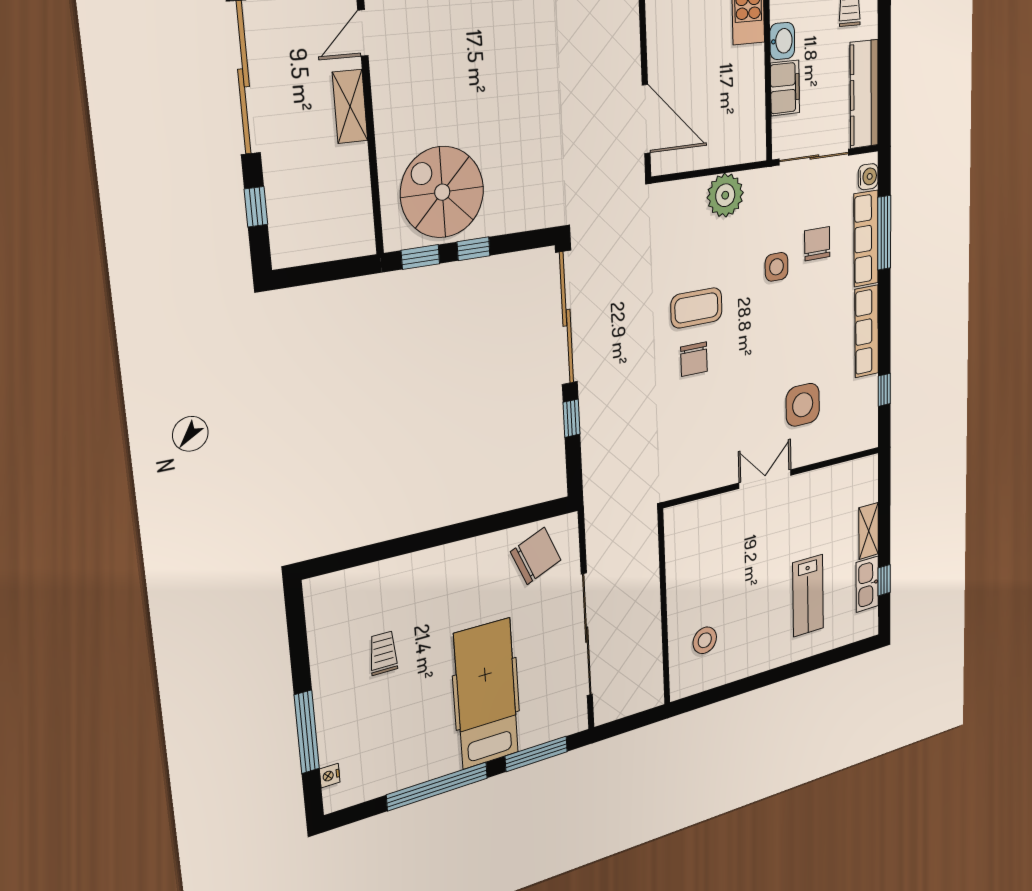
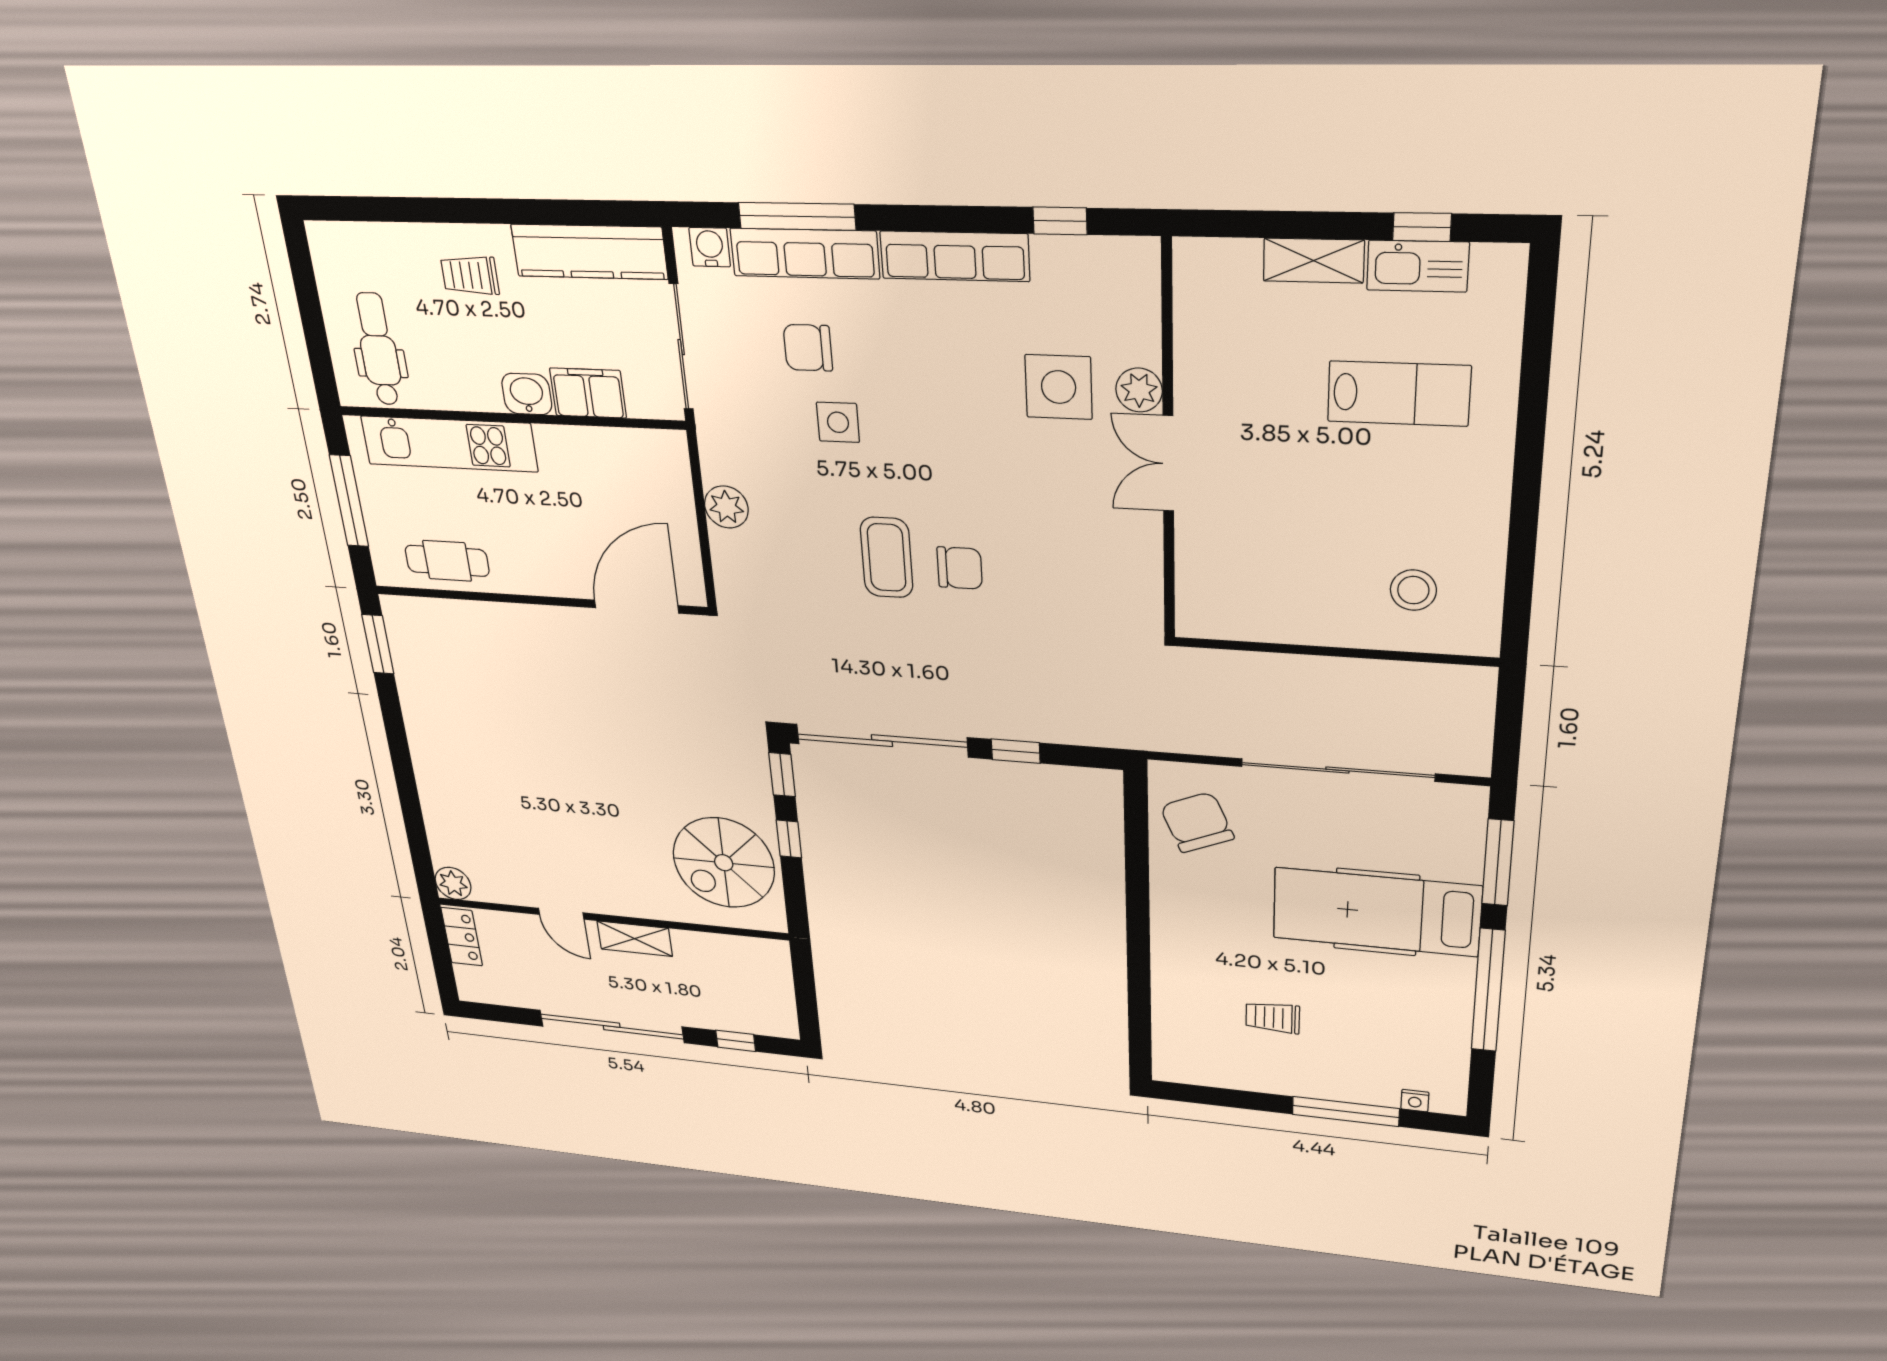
plant: (725, 195) -> (726, 507), width x0.73, depth x0.73
window: (420, 257) -> (782, 775), moved
plant: (803, 453) -> (1139, 390), added

